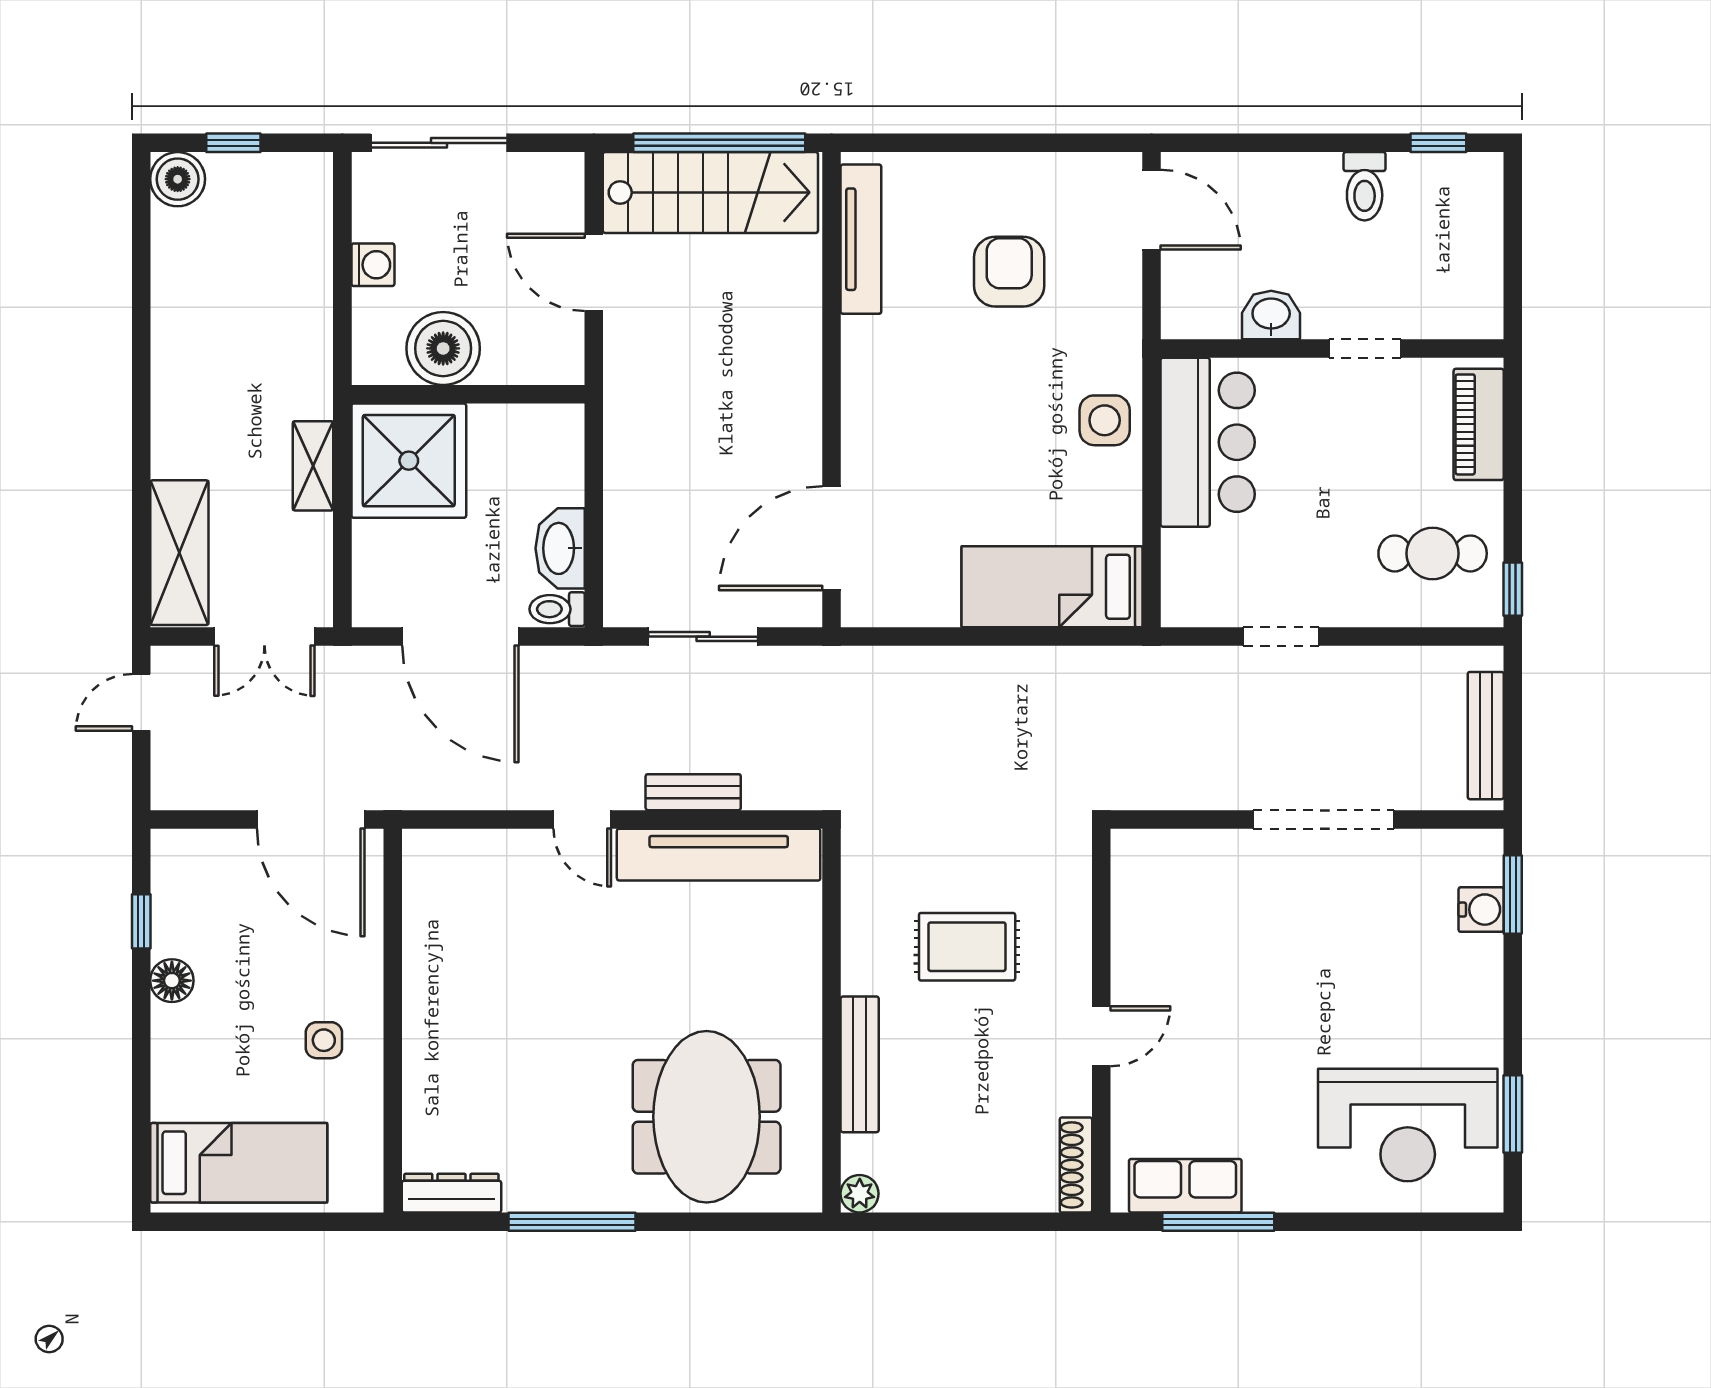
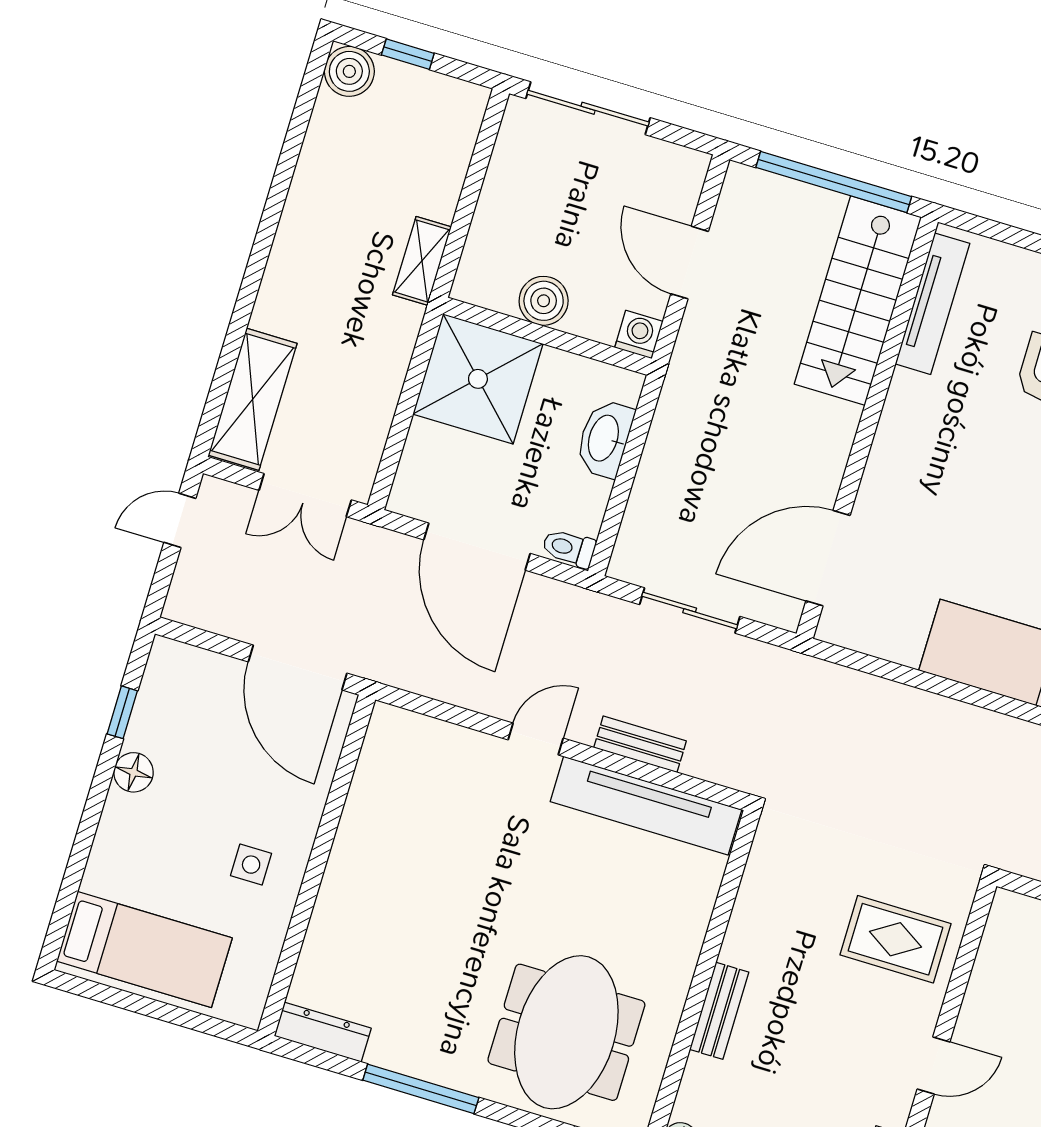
stairs: (710, 192) -> (858, 301), moved, turned 90
washing machine: (373, 265) -> (639, 335), moved, turned -90
boiler: (443, 348) -> (544, 301), width x0.73, depth x0.73
shelving: (313, 466) -> (422, 261), moved
washbasin: (560, 548) -> (605, 439), moved
door: (582, 819) -> (536, 739), swing flipped
rug: (967, 947) -> (895, 939), moved
bench: (860, 1064) -> (719, 1011), width x0.73

